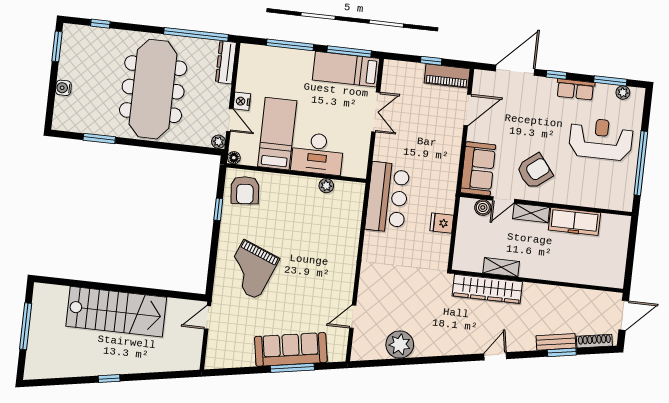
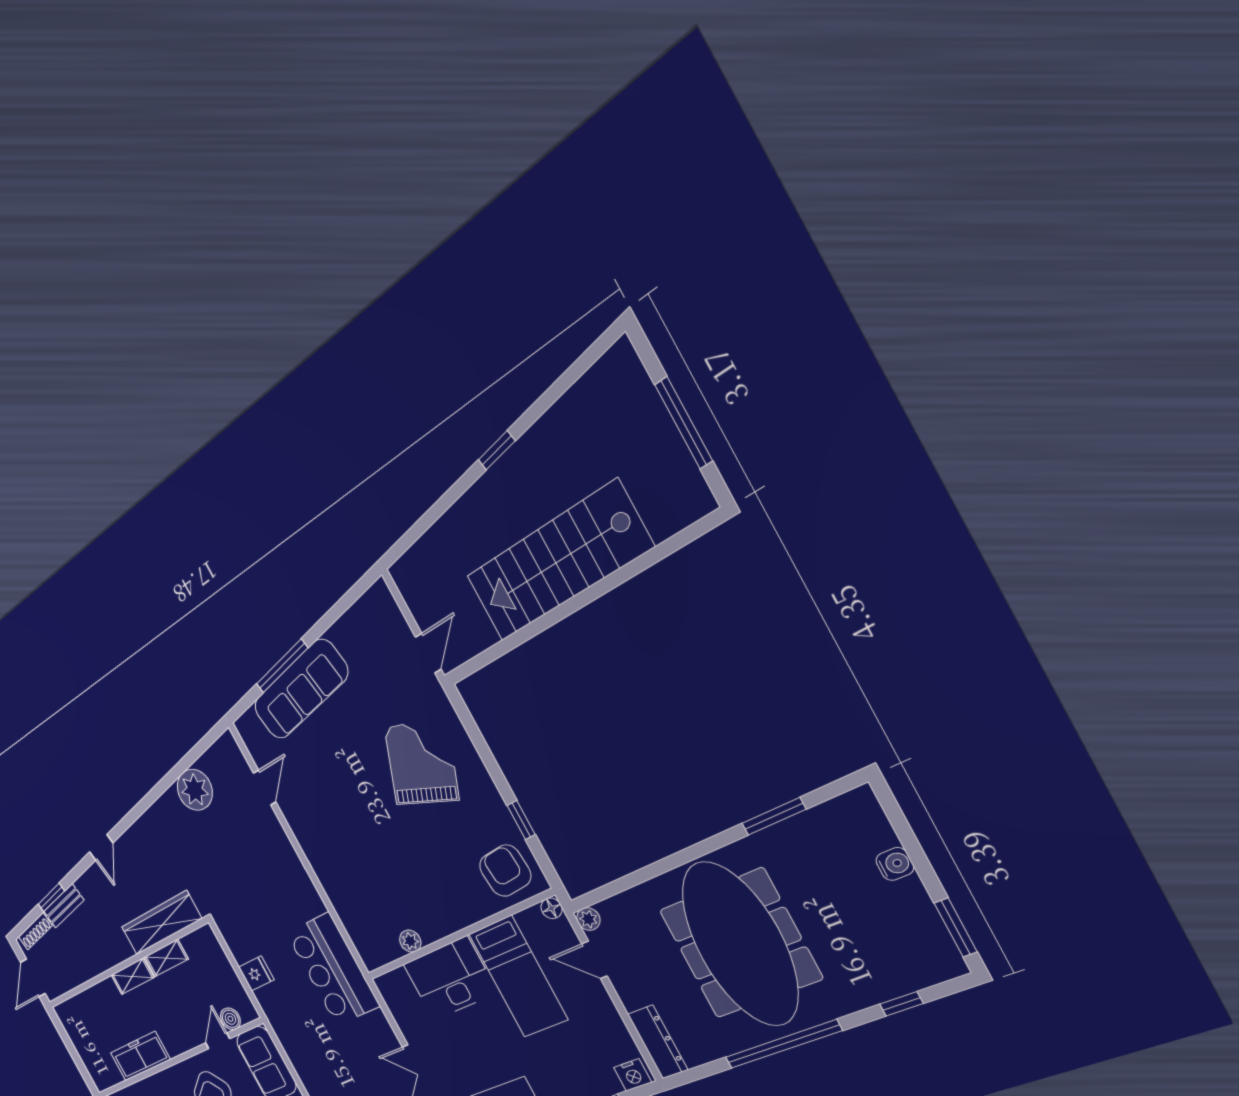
window: (196, 34) -> (783, 1044), moved
nightstand: (242, 101) -> (633, 1075), moved, turned 90
shelving: (531, 213) -> (132, 976), moved

